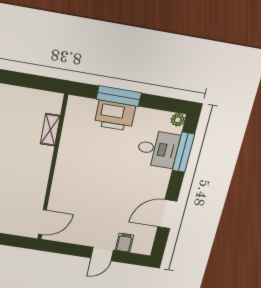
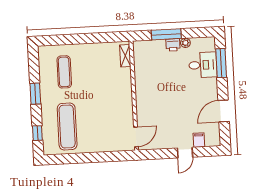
printer: (115, 116) -> (173, 45), width x0.53, depth x0.68
plant: (178, 120) -> (185, 43), moved
shelving: (50, 130) -> (125, 56), moved

